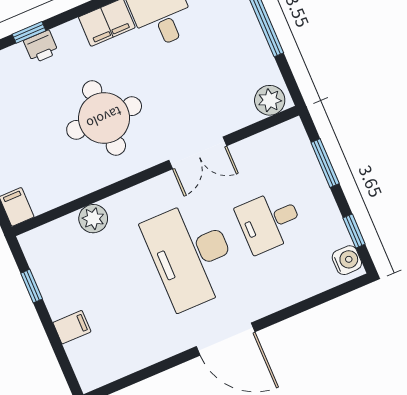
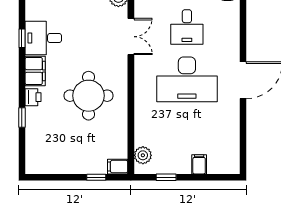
printer: (41, 47) -> (33, 97), moved
double door: (198, 153) -> (131, 37), moved
plant: (93, 219) -> (143, 155), moved

